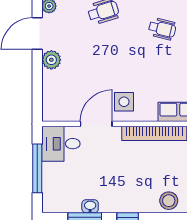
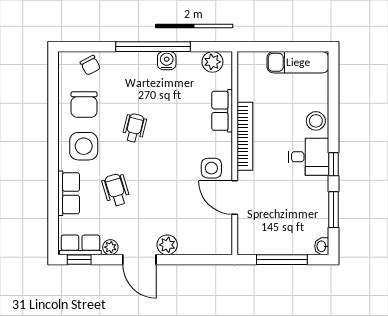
desk: (61, 144) -> (309, 157), moved, turned -90
washbasin: (90, 206) -> (322, 246), moved

